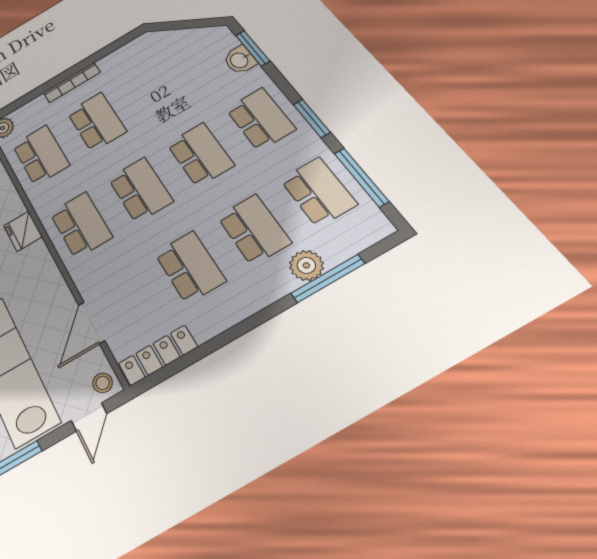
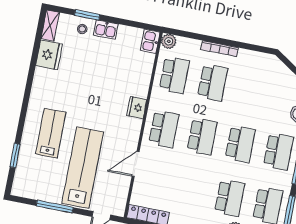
school desk: (190, 267) -> (191, 190), removed
door: (92, 323) -> (136, 164), moved
stool: (103, 383) -> (117, 207), removed

